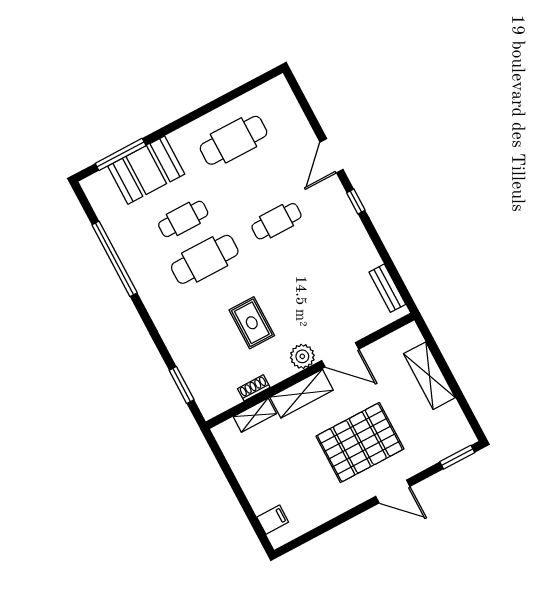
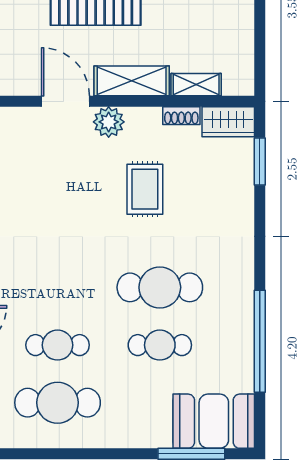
booth: (146, 170) -> (214, 421), moved
cafe table: (276, 221) -> (58, 345), moved
wardrobe: (219, 401) -> (228, 122), added

